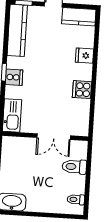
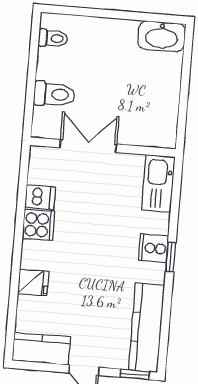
dishwasher: (81, 106) -> (40, 197), added

